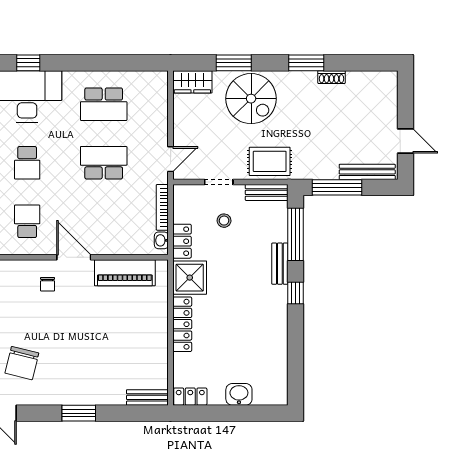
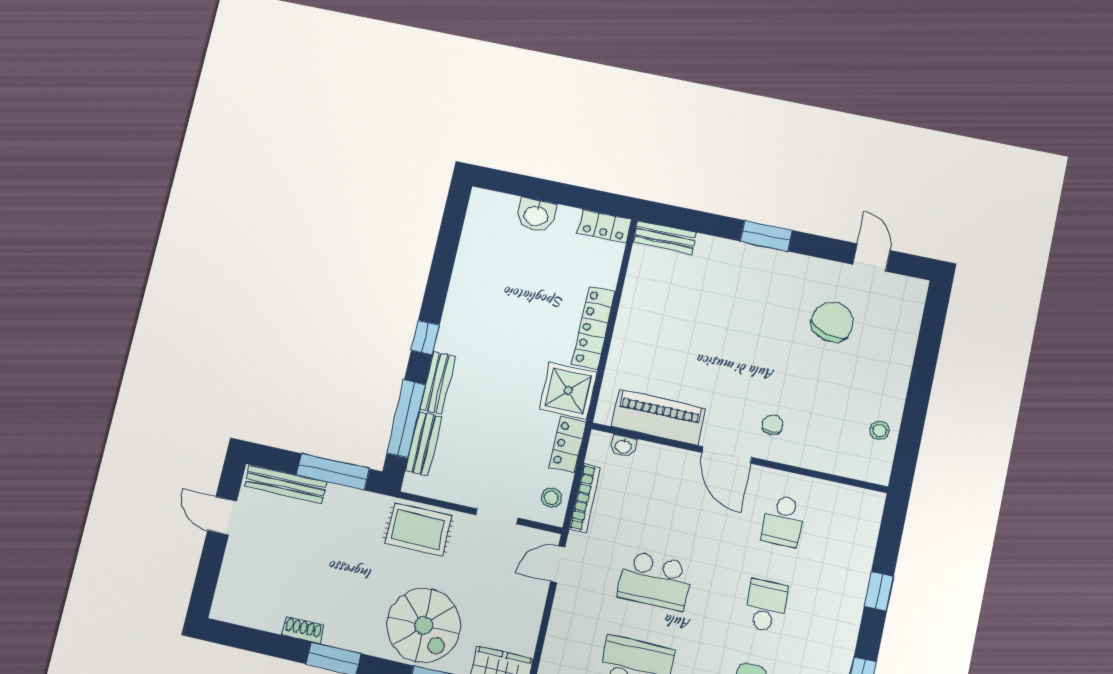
spiral stairs: (251, 99) -> (424, 625), turned 180
bench: (267, 192) -> (423, 444), moved, turned 90
stool: (224, 221) -> (552, 498), moved
washbasin: (161, 240) -> (623, 446), moved, turned 90

